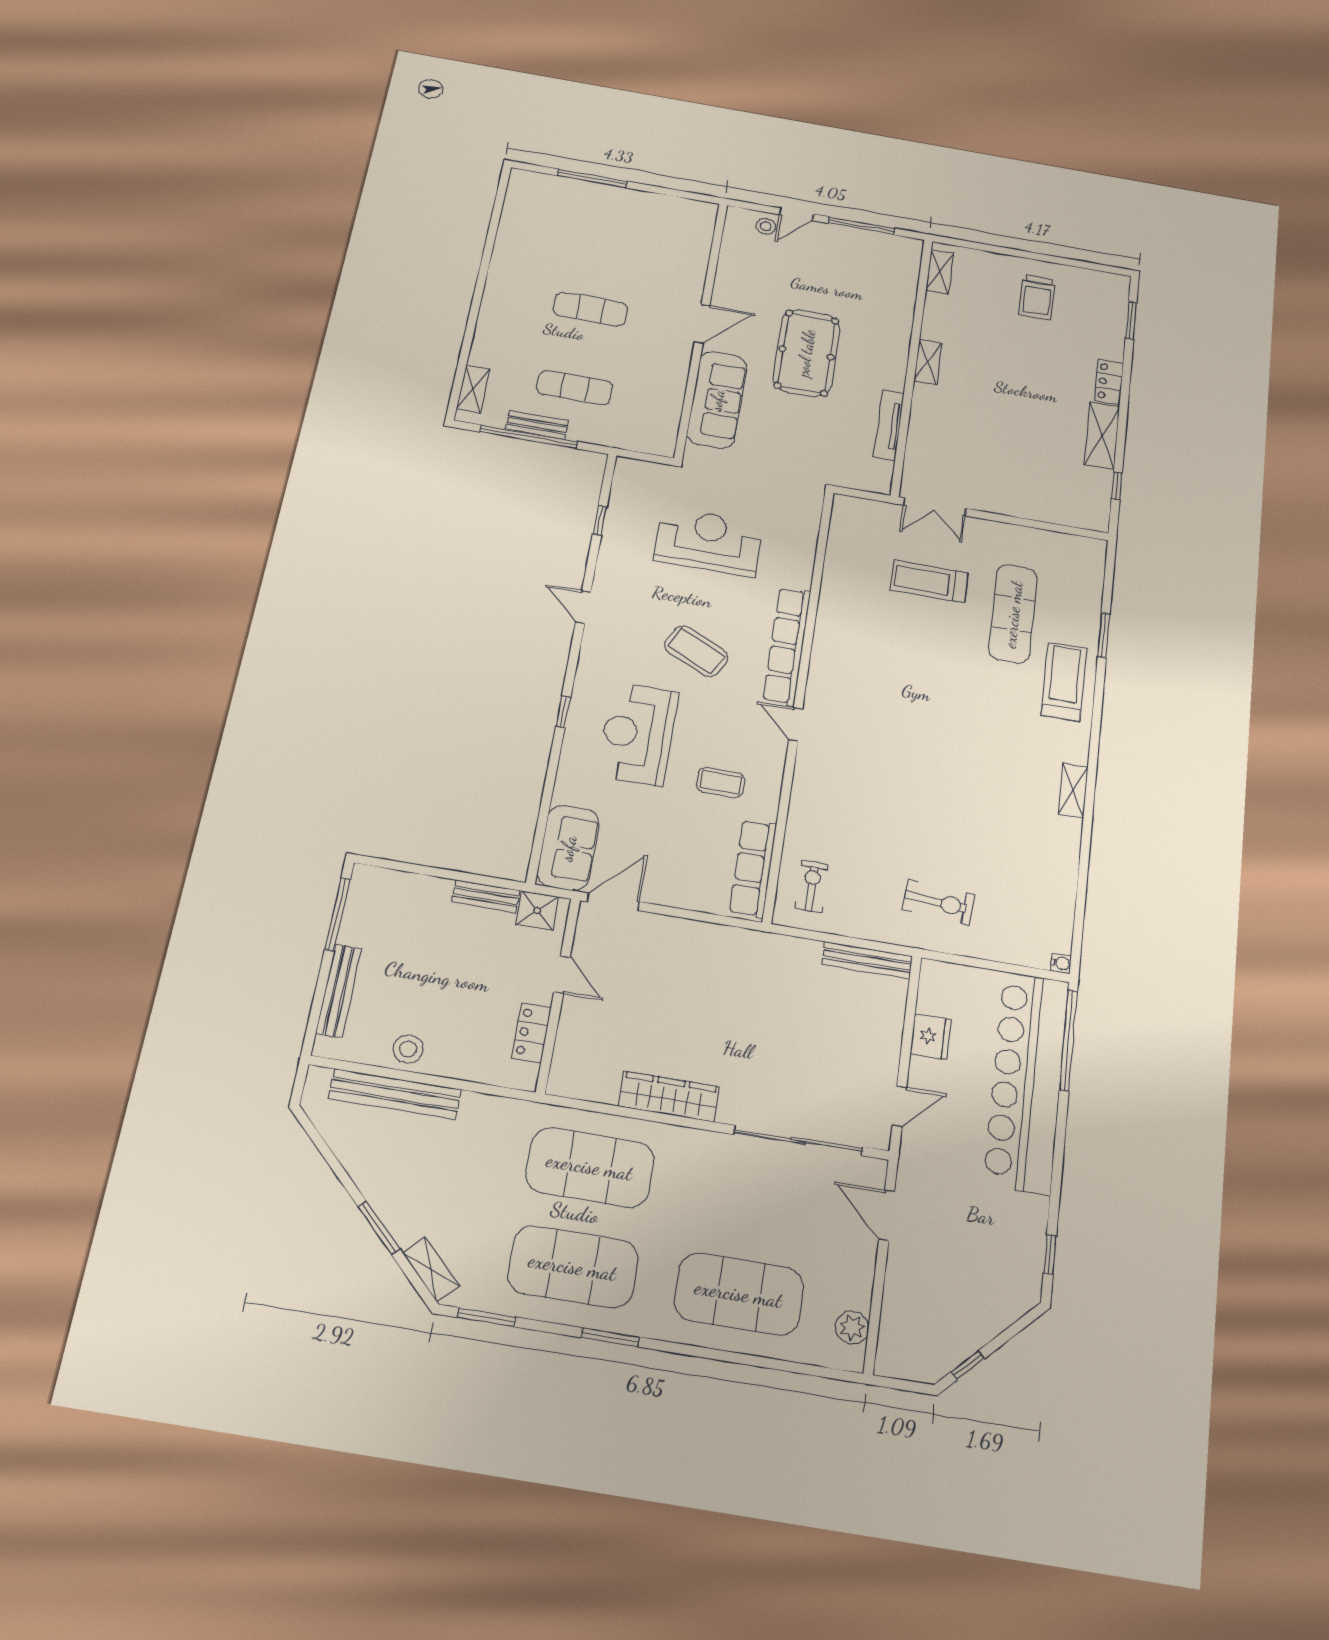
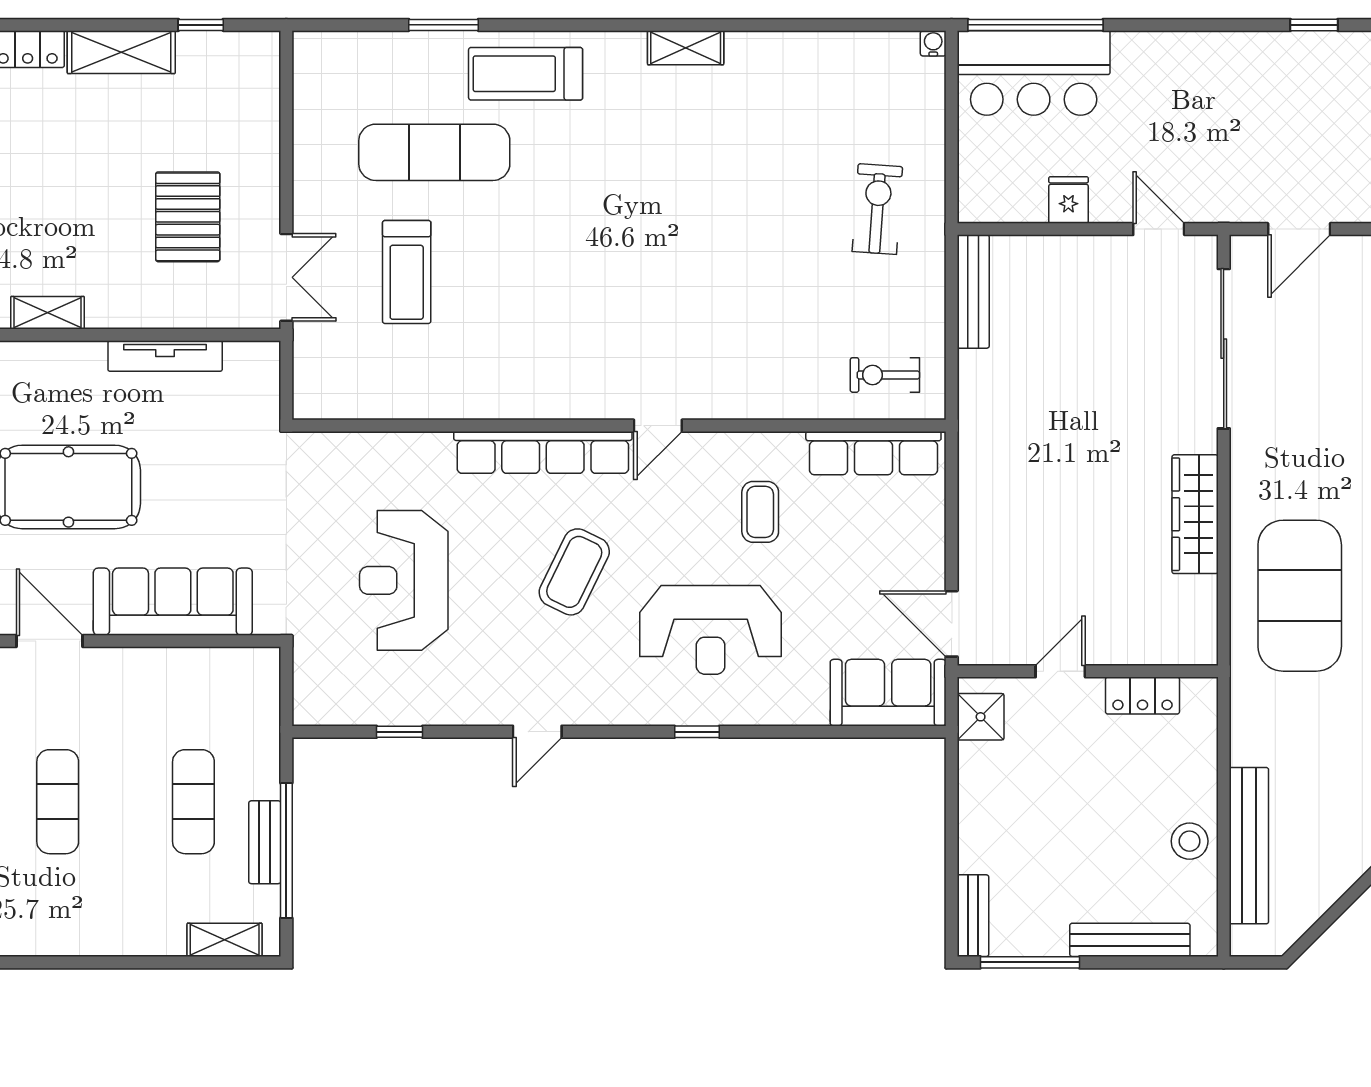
pallet: (984, 455) -> (188, 217), added
bench: (486, 896) -> (973, 916), moved
fridge: (931, 1036) -> (1068, 200), width x0.72
bar counter: (1027, 1082) -> (1034, 73), width x0.54

